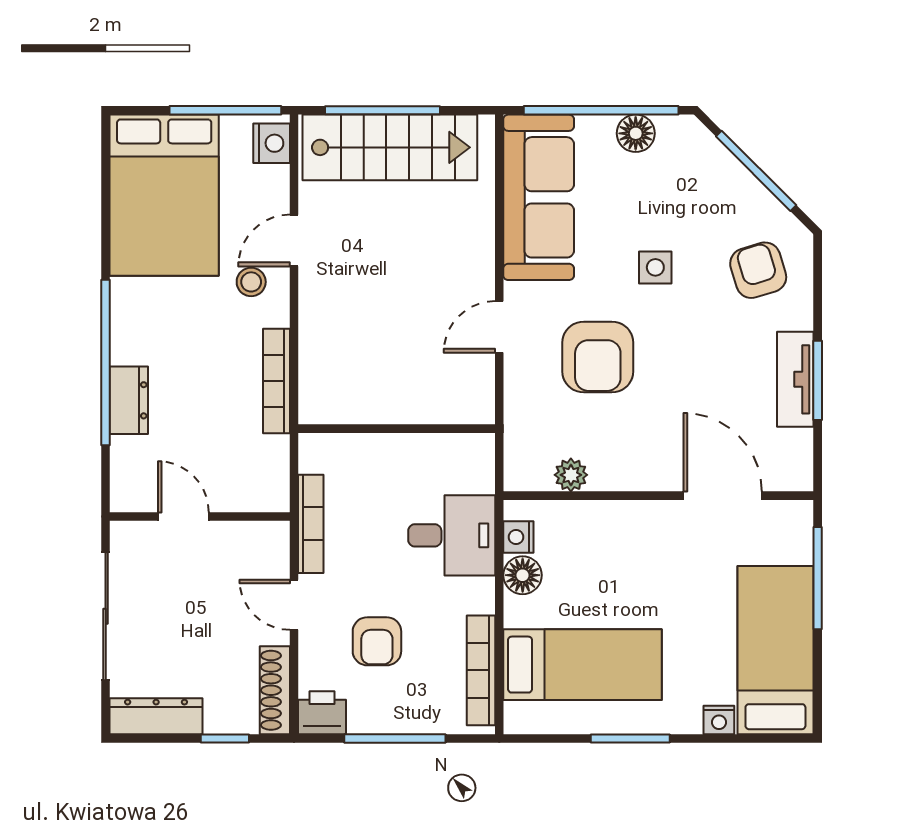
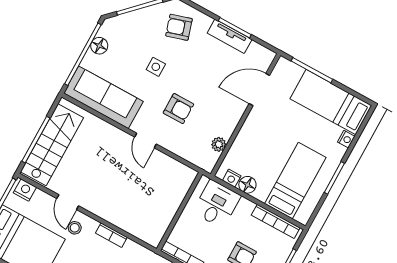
armchair: (598, 357) -> (178, 109), width x0.72, depth x0.72
bookcase: (276, 381) -> (111, 235), width x0.64
wall: (397, 429) -> (180, 211), moved

